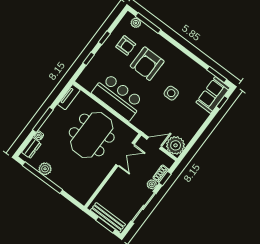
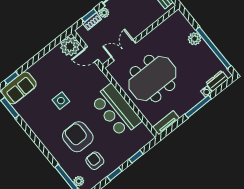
armchair: (147, 64) -> (78, 137), turned -90
plant: (45, 169) -> (195, 39), moved

